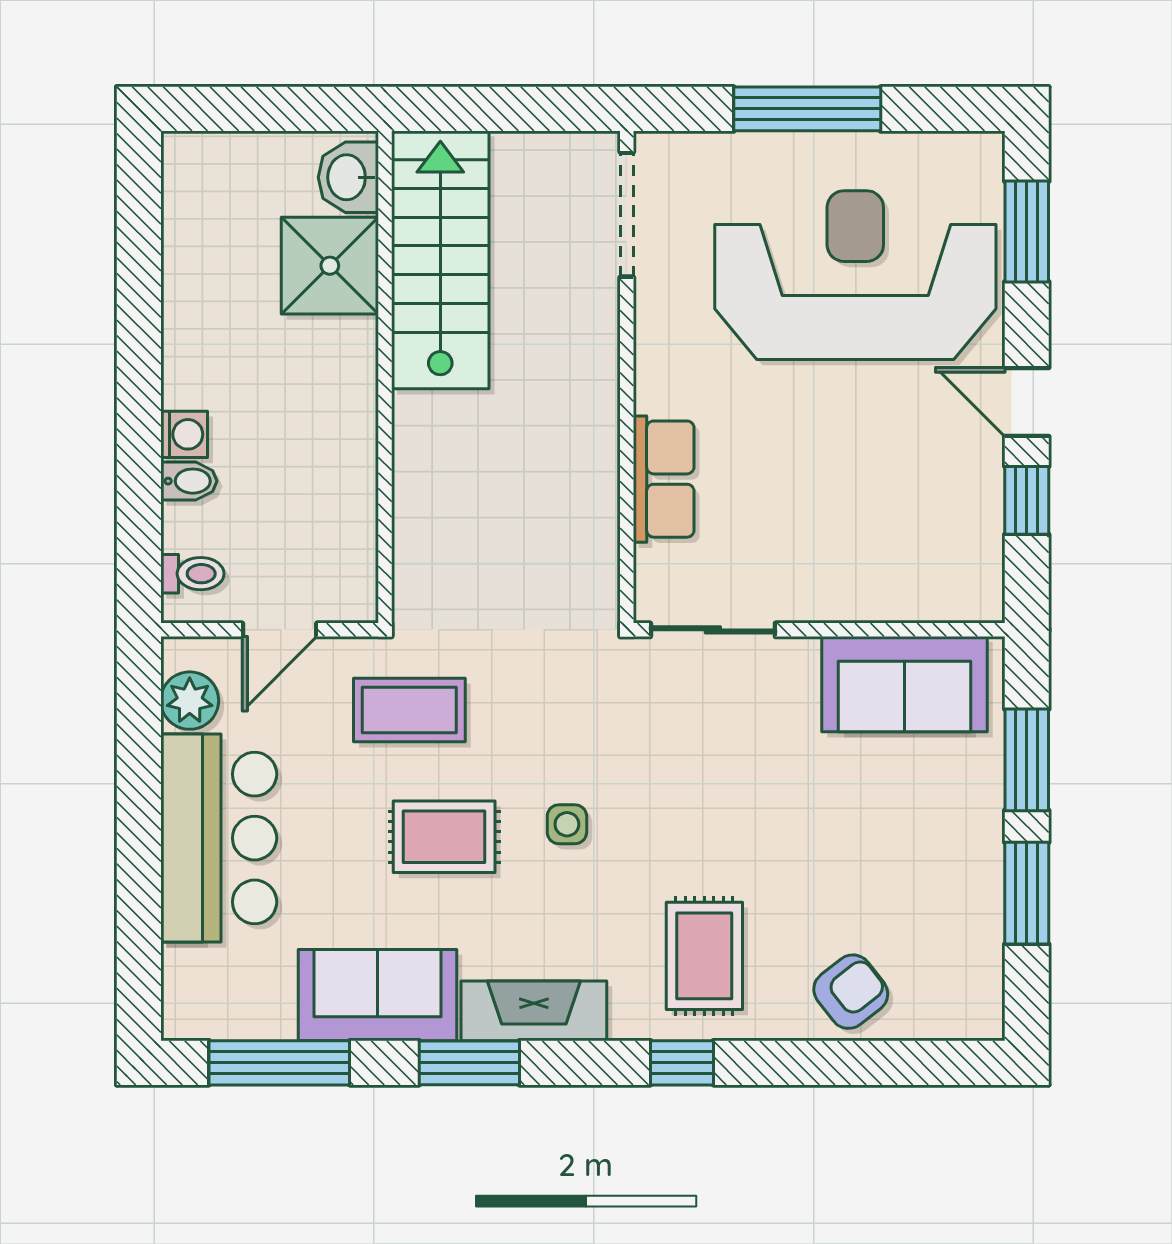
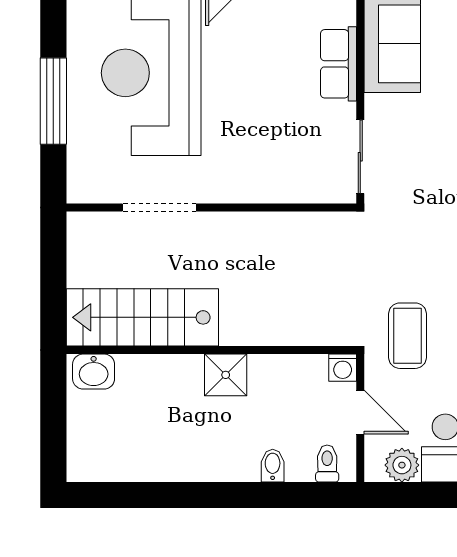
doorway: (627, 215) -> (159, 208), moved
shower: (330, 266) -> (226, 375), moved, width x0.73, depth x0.73
washing machine: (184, 434) -> (343, 368), moved, turned 180
row of seats: (664, 479) -> (338, 64), moved, turned -90

